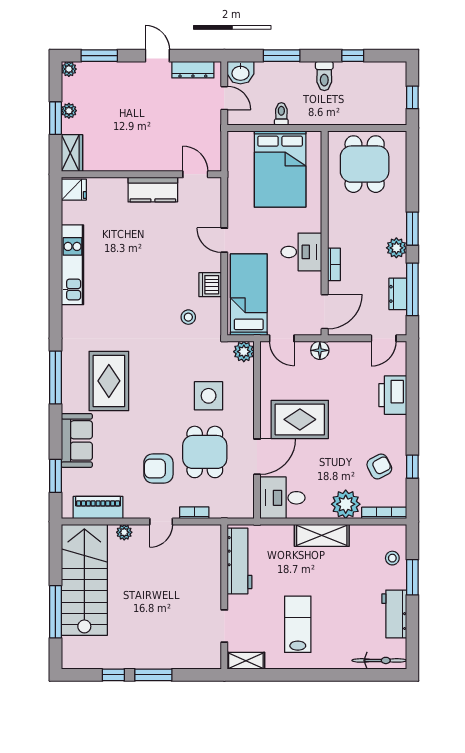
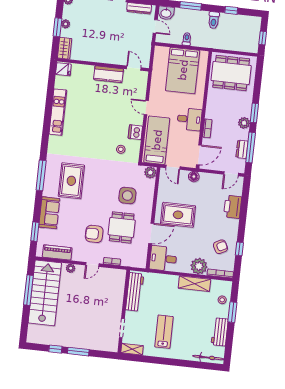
dining table: (365, 164) -> (231, 73), width x1.38
shelving: (322, 535) -> (194, 284), moved
window: (55, 612) -> (28, 290), moved

